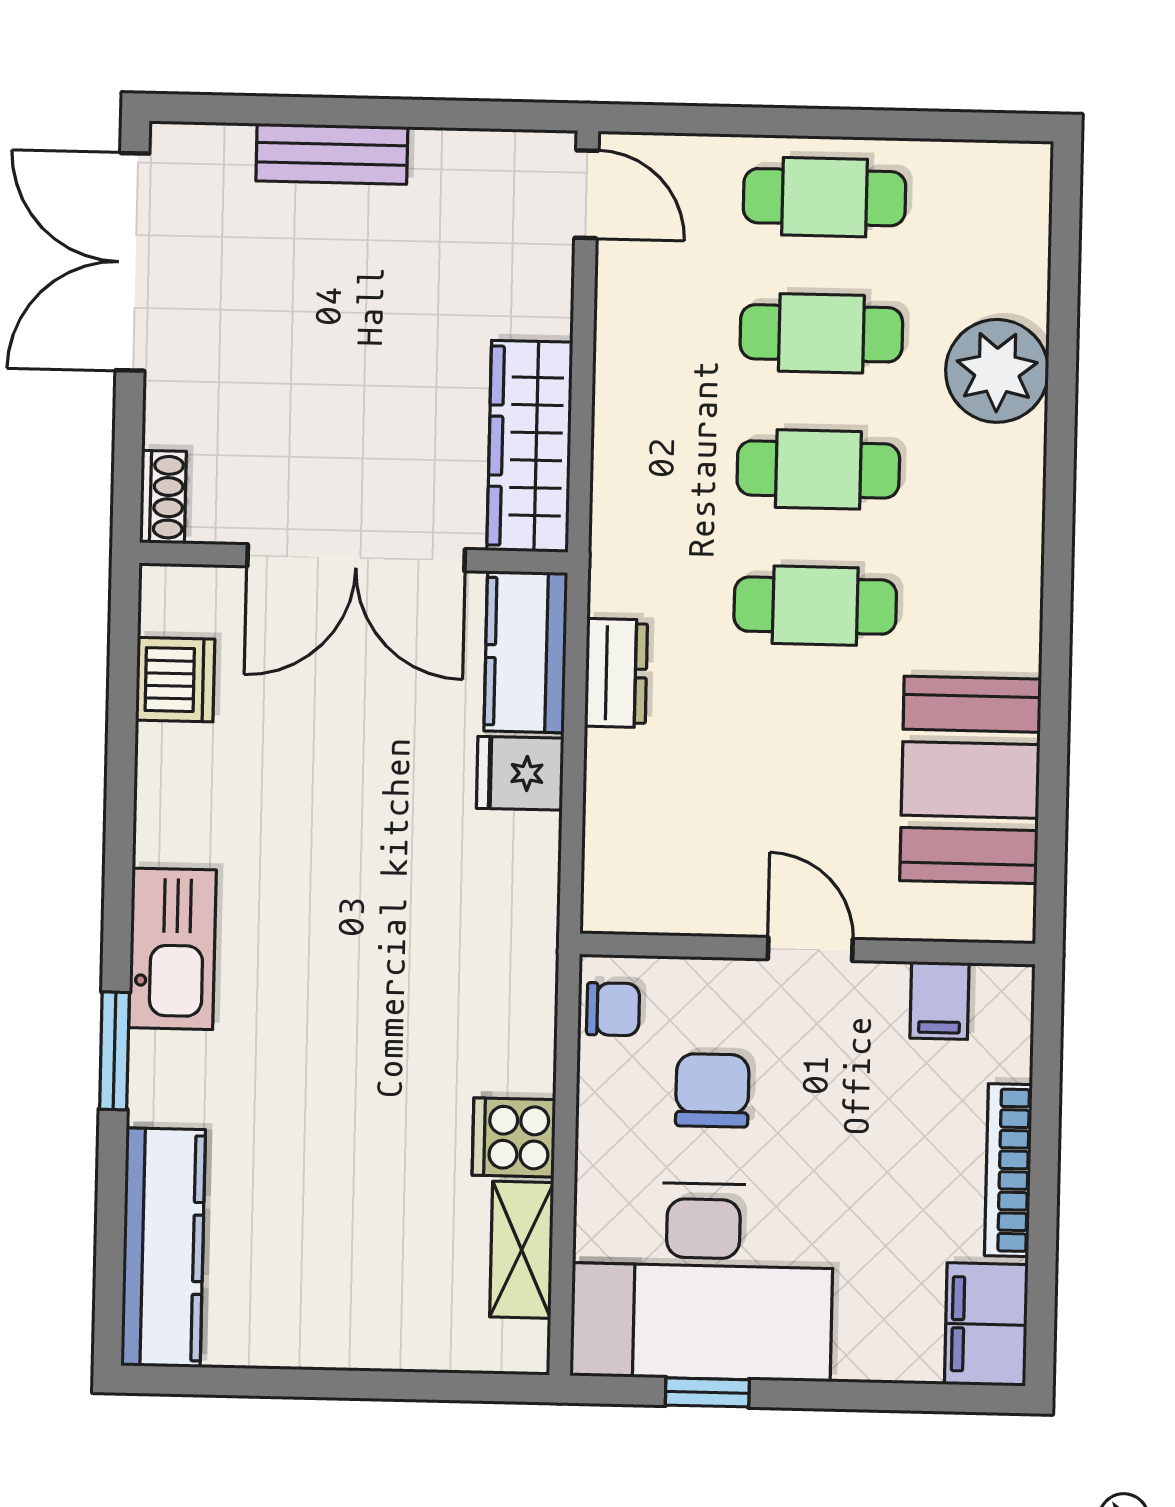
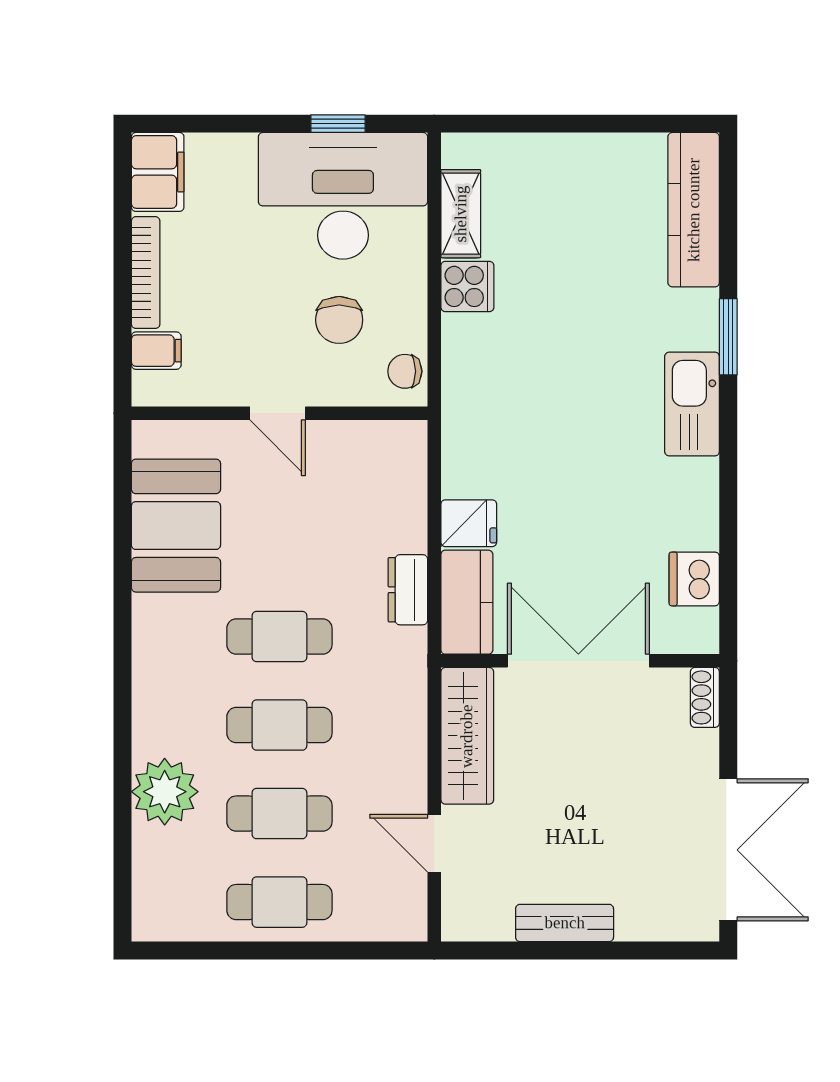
bench: (332, 154) -> (565, 923), moved
door: (586, 194) -> (434, 843), moved
filing cabinet: (940, 1000) -> (156, 351), moved, turned 90

